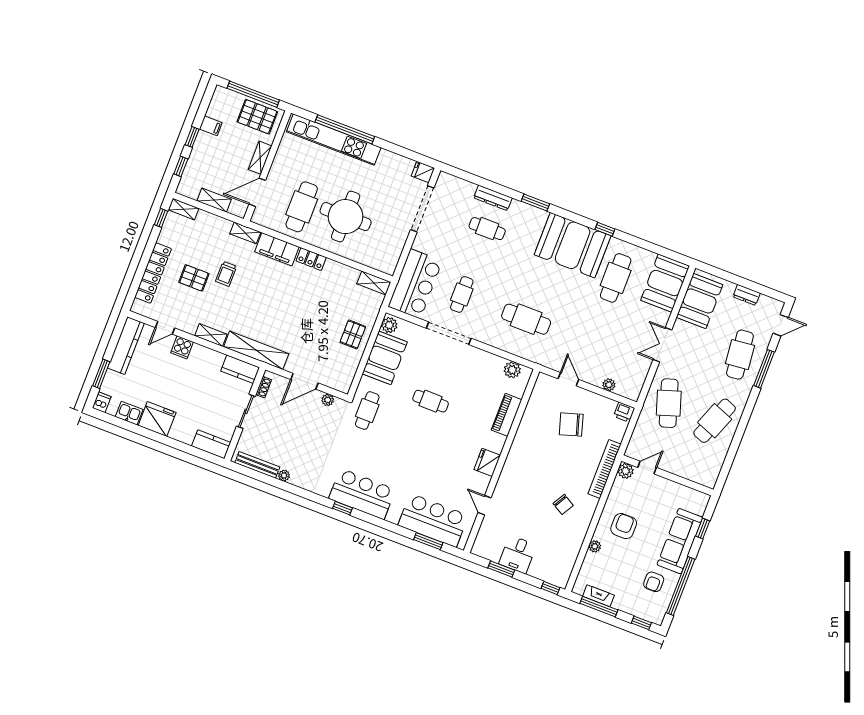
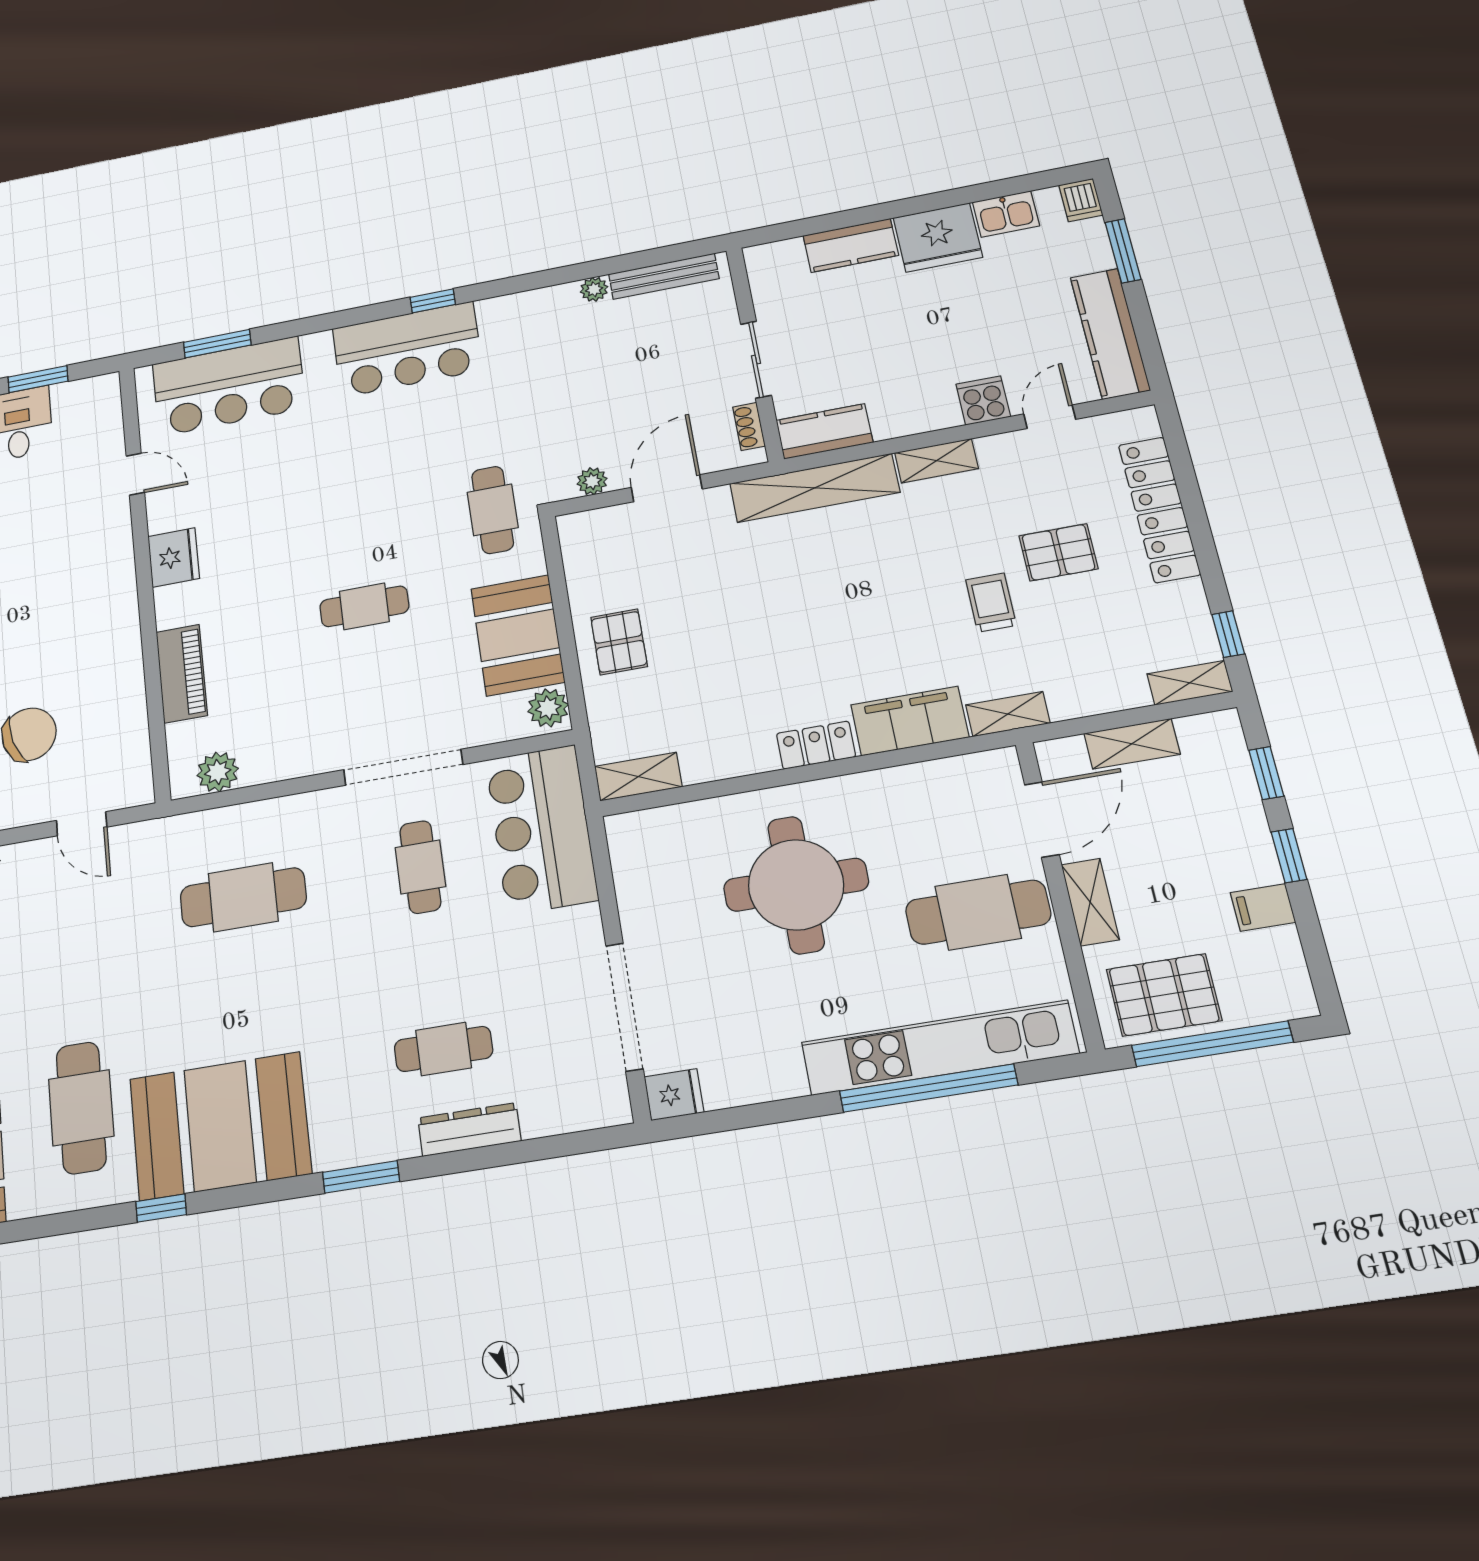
cafe table: (302, 207) -> (978, 912), moved, turned 90
kitchen counter: (211, 444) -> (851, 245), moved

